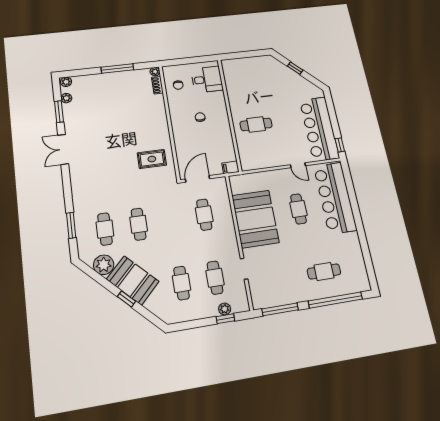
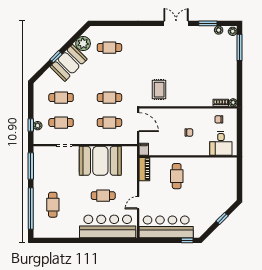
window: (117, 68) -> (240, 47), moved
window: (340, 145) -> (187, 240), moved
piano: (255, 163) -> (144, 169), added
cafe table: (139, 224) -> (109, 98), moved
window: (71, 225) -> (116, 23), removed

